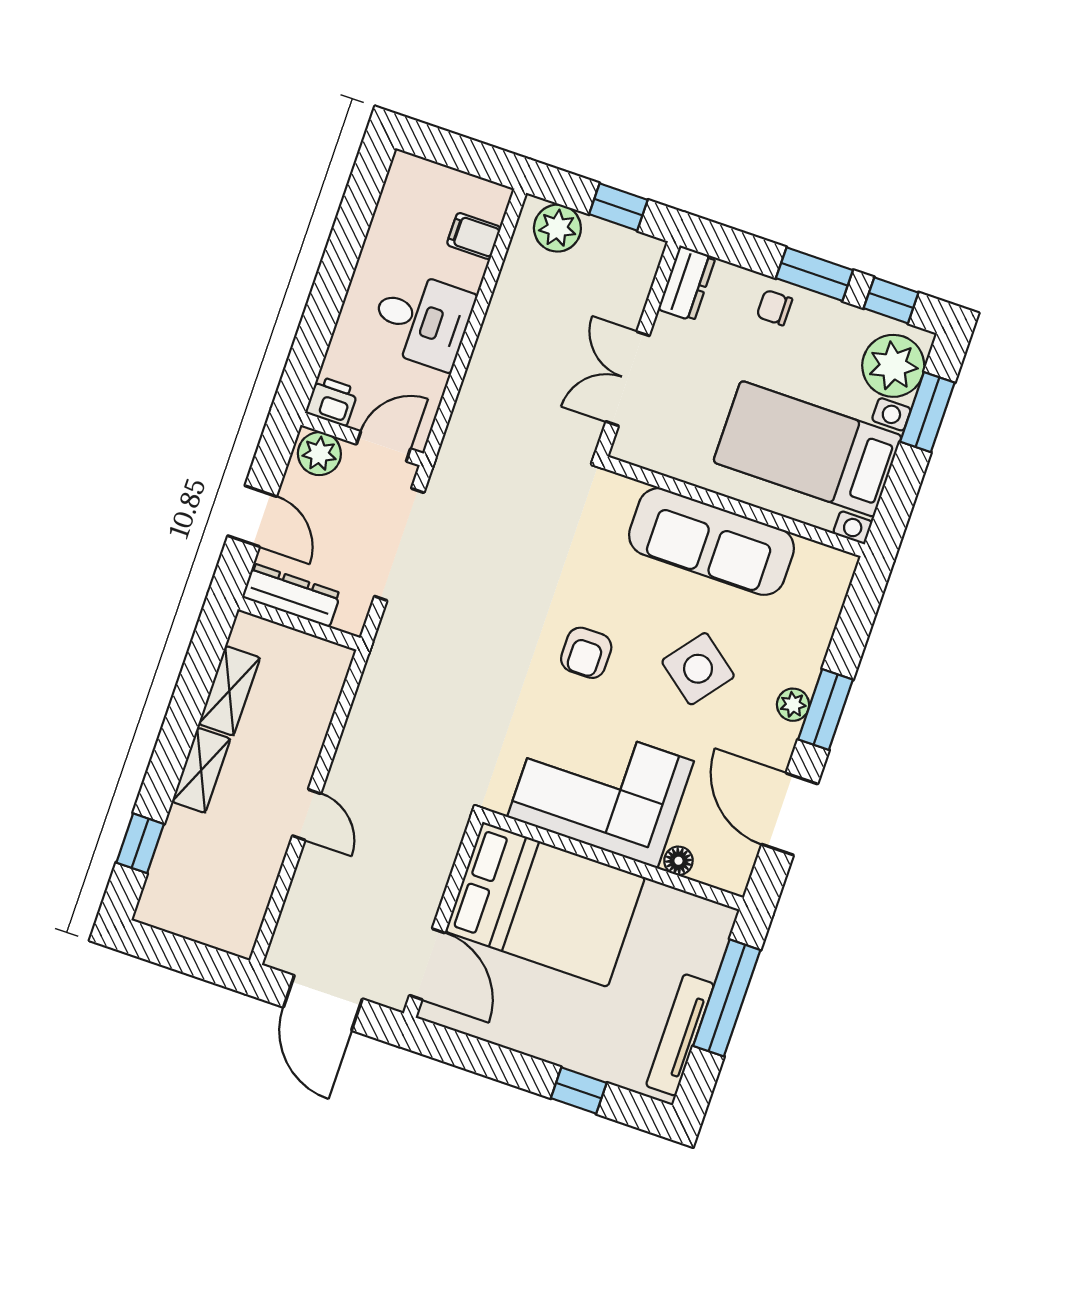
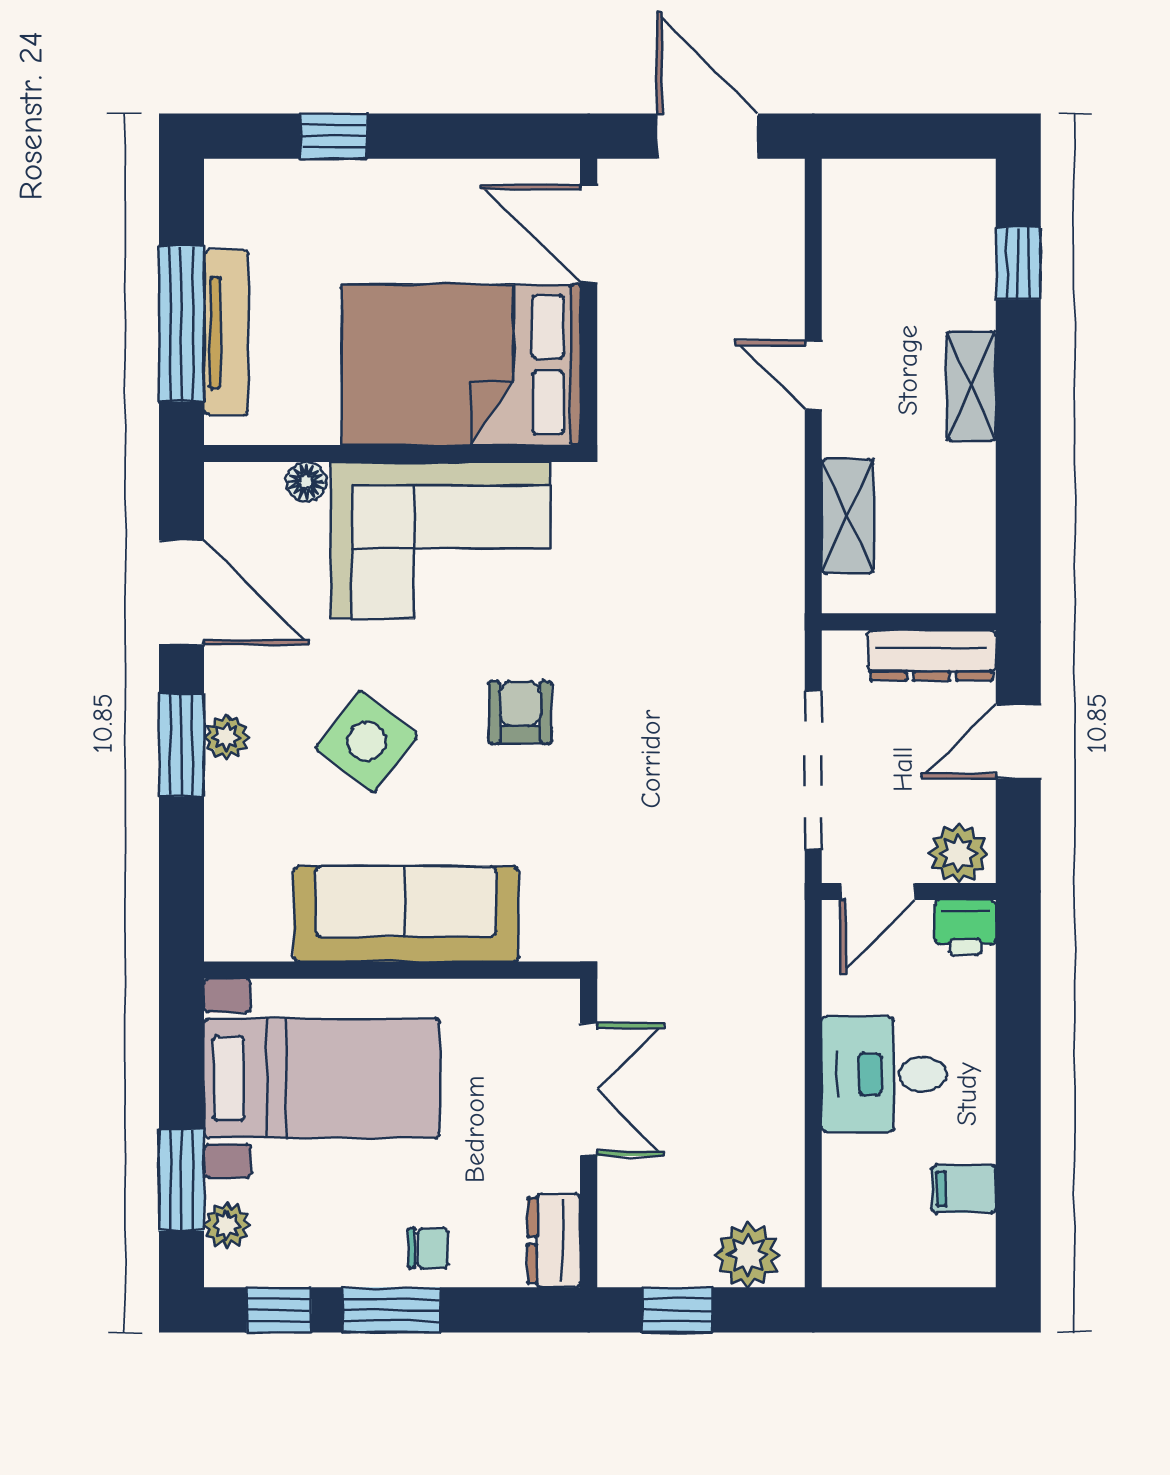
filing cabinet: (474, 236) -> (964, 1189), moved, turned 180
plant: (893, 366) -> (227, 1225), width x0.53, depth x0.53
door: (252, 516) -> (1018, 741), hinge flipped
shelving: (229, 691) -> (848, 516), moved
tv unit: (680, 1035) -> (226, 332), moved

